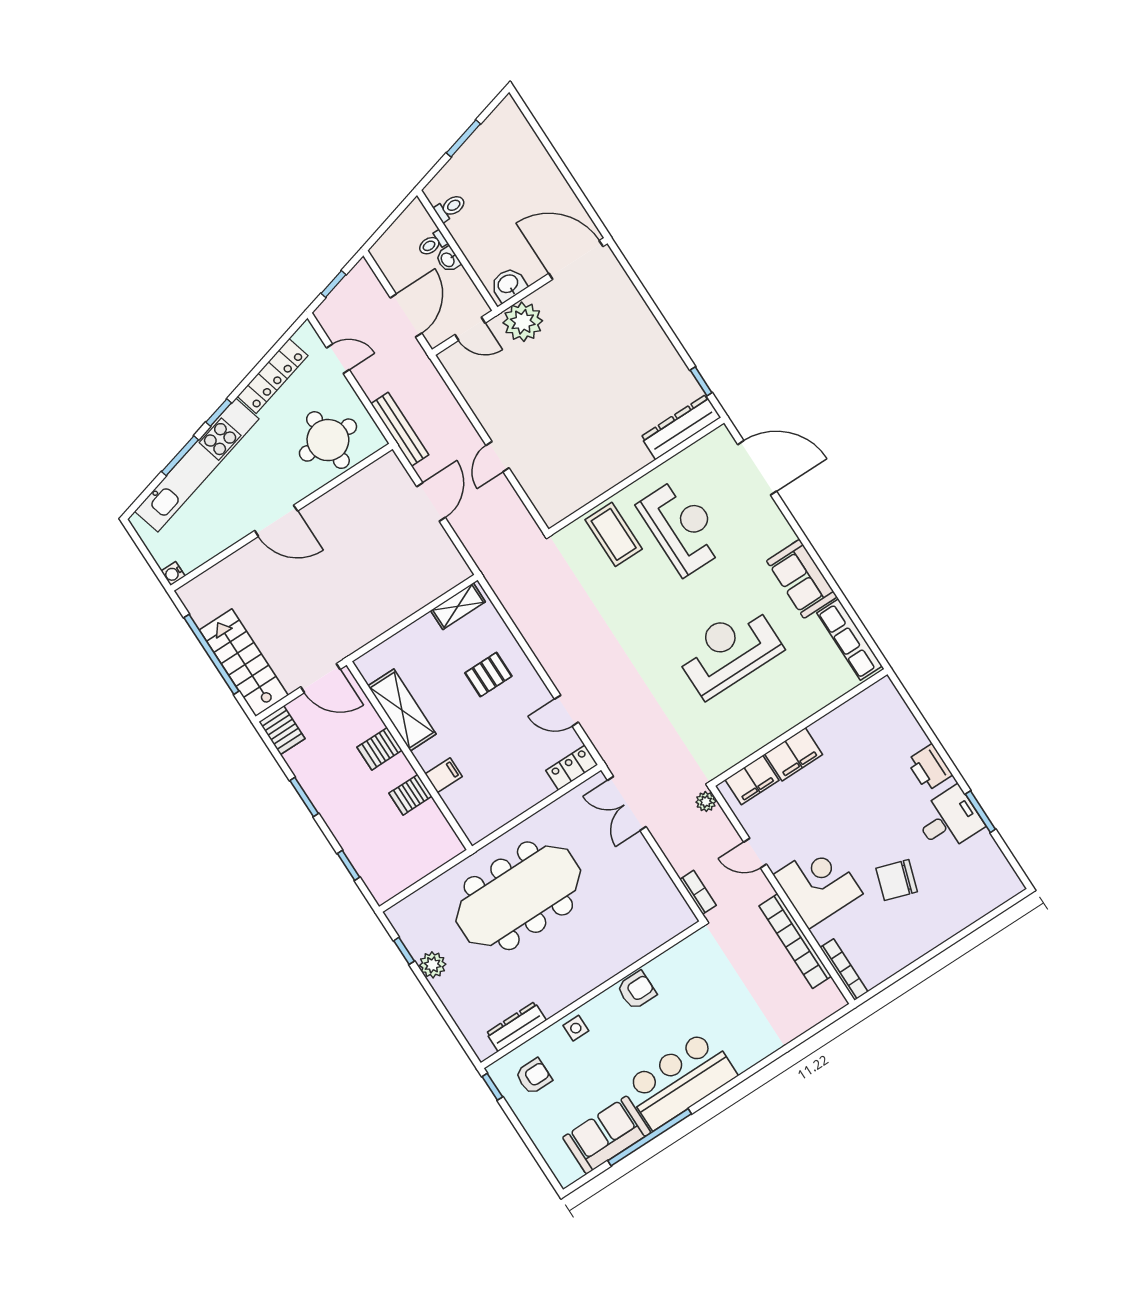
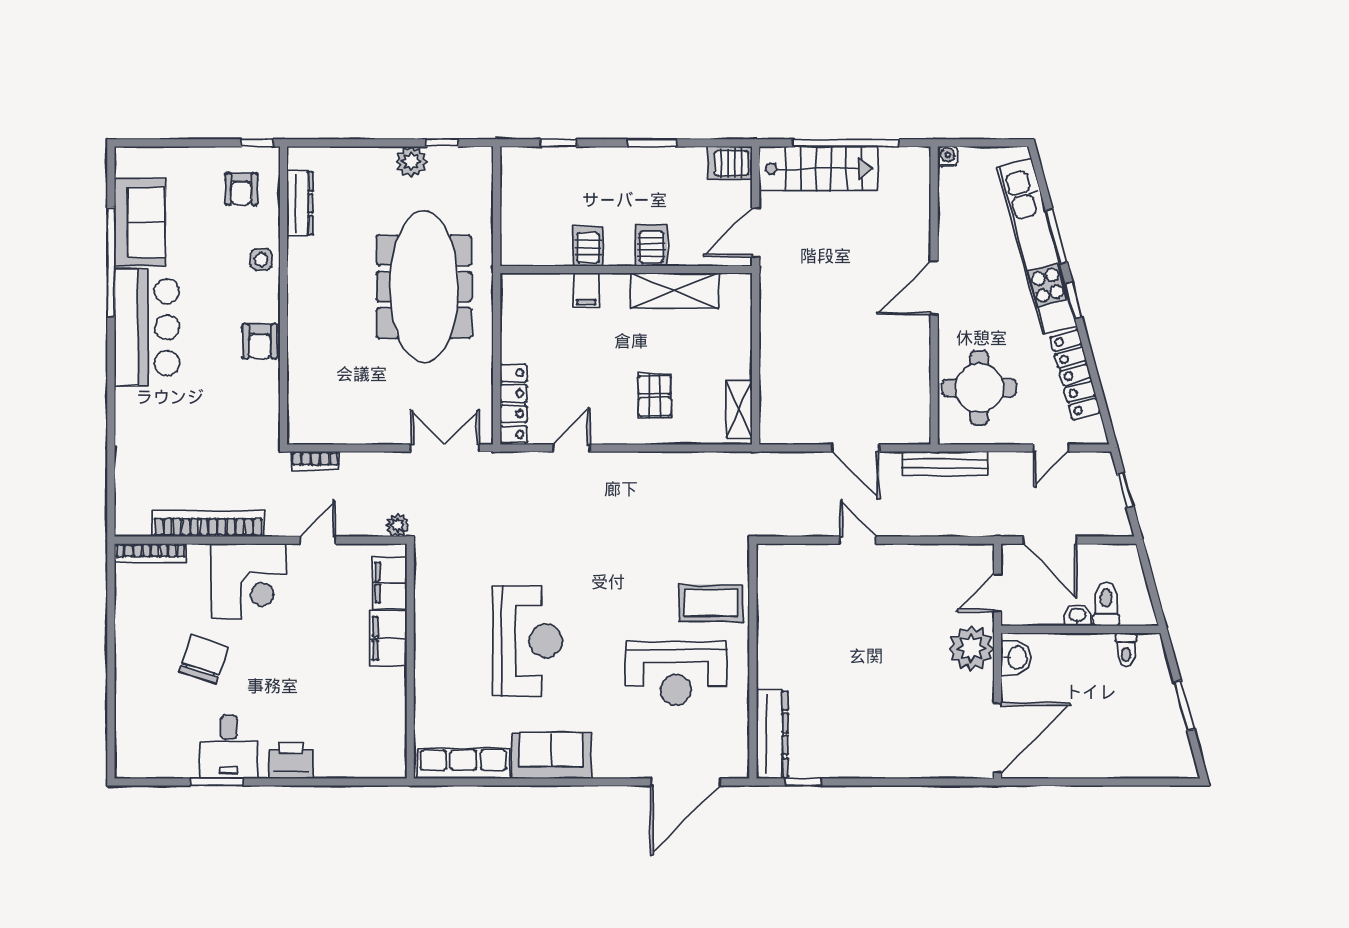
toilet: (432, 244) -> (1106, 604), width x1.37, depth x1.39
locker: (572, 768) -> (514, 404), width x1.53

